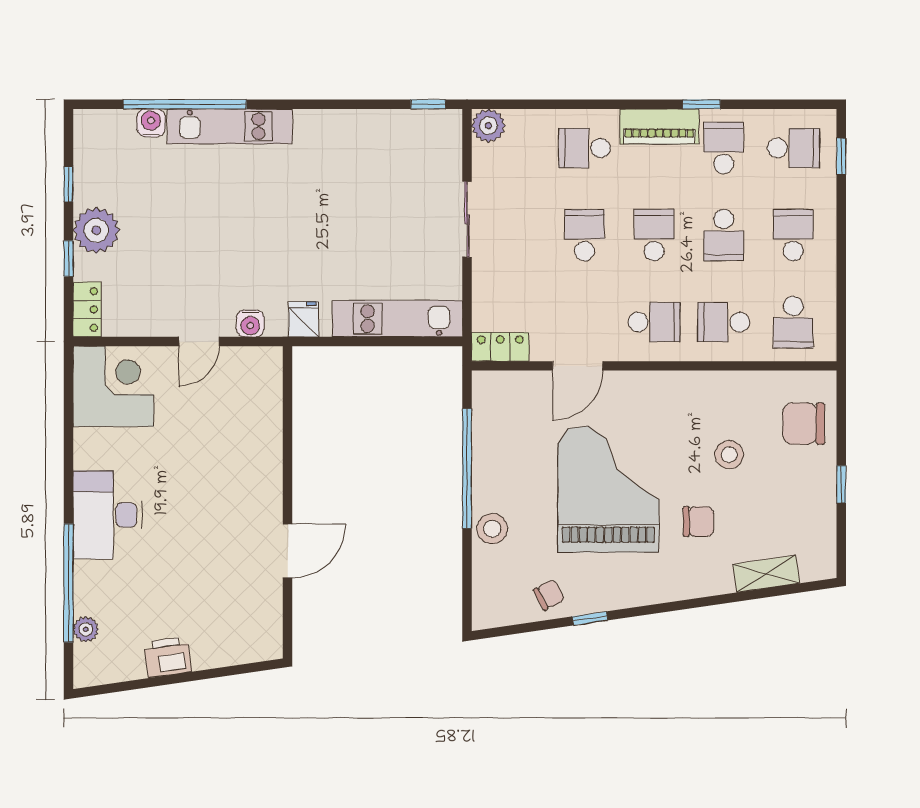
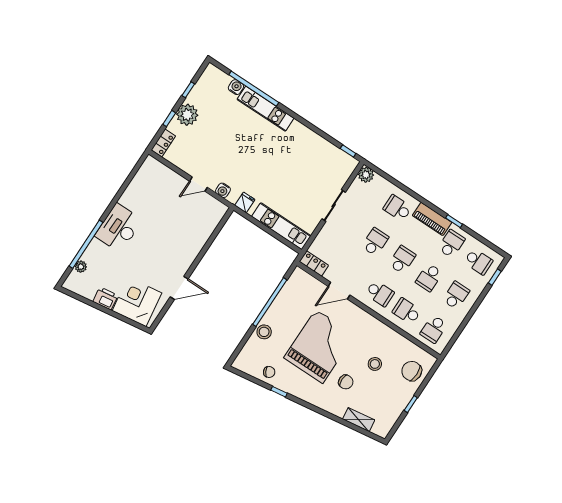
corner desk: (113, 386) -> (137, 302), moved, turned -98

